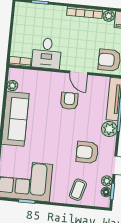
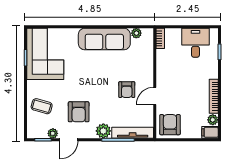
desk: (47, 53) -> (195, 43), moved, turned 90
armchair: (69, 101) -> (127, 90), turned 90
armchair: (87, 152) -> (79, 112), turned 180
floor lamp: (106, 192) -> (42, 134), removed

